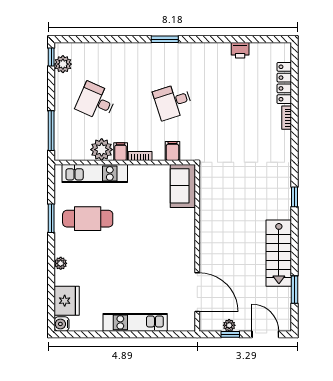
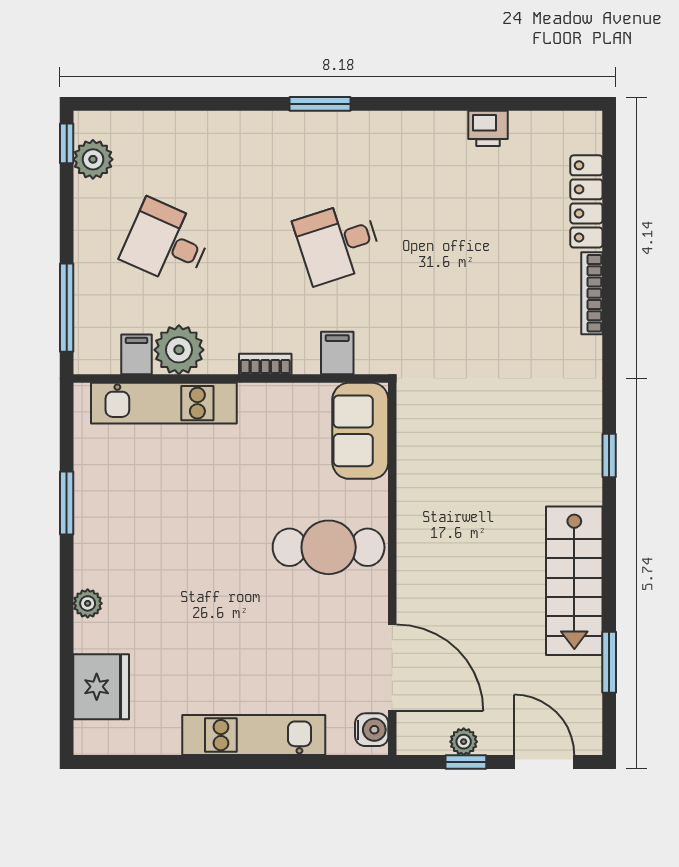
bookcase: (287, 118) -> (592, 293), width x1.56
filing cabinet: (121, 152) -> (137, 354), moved
cafe table: (88, 219) -> (329, 547), moved
water cooler: (62, 324) -> (372, 730), moved, turned 180

